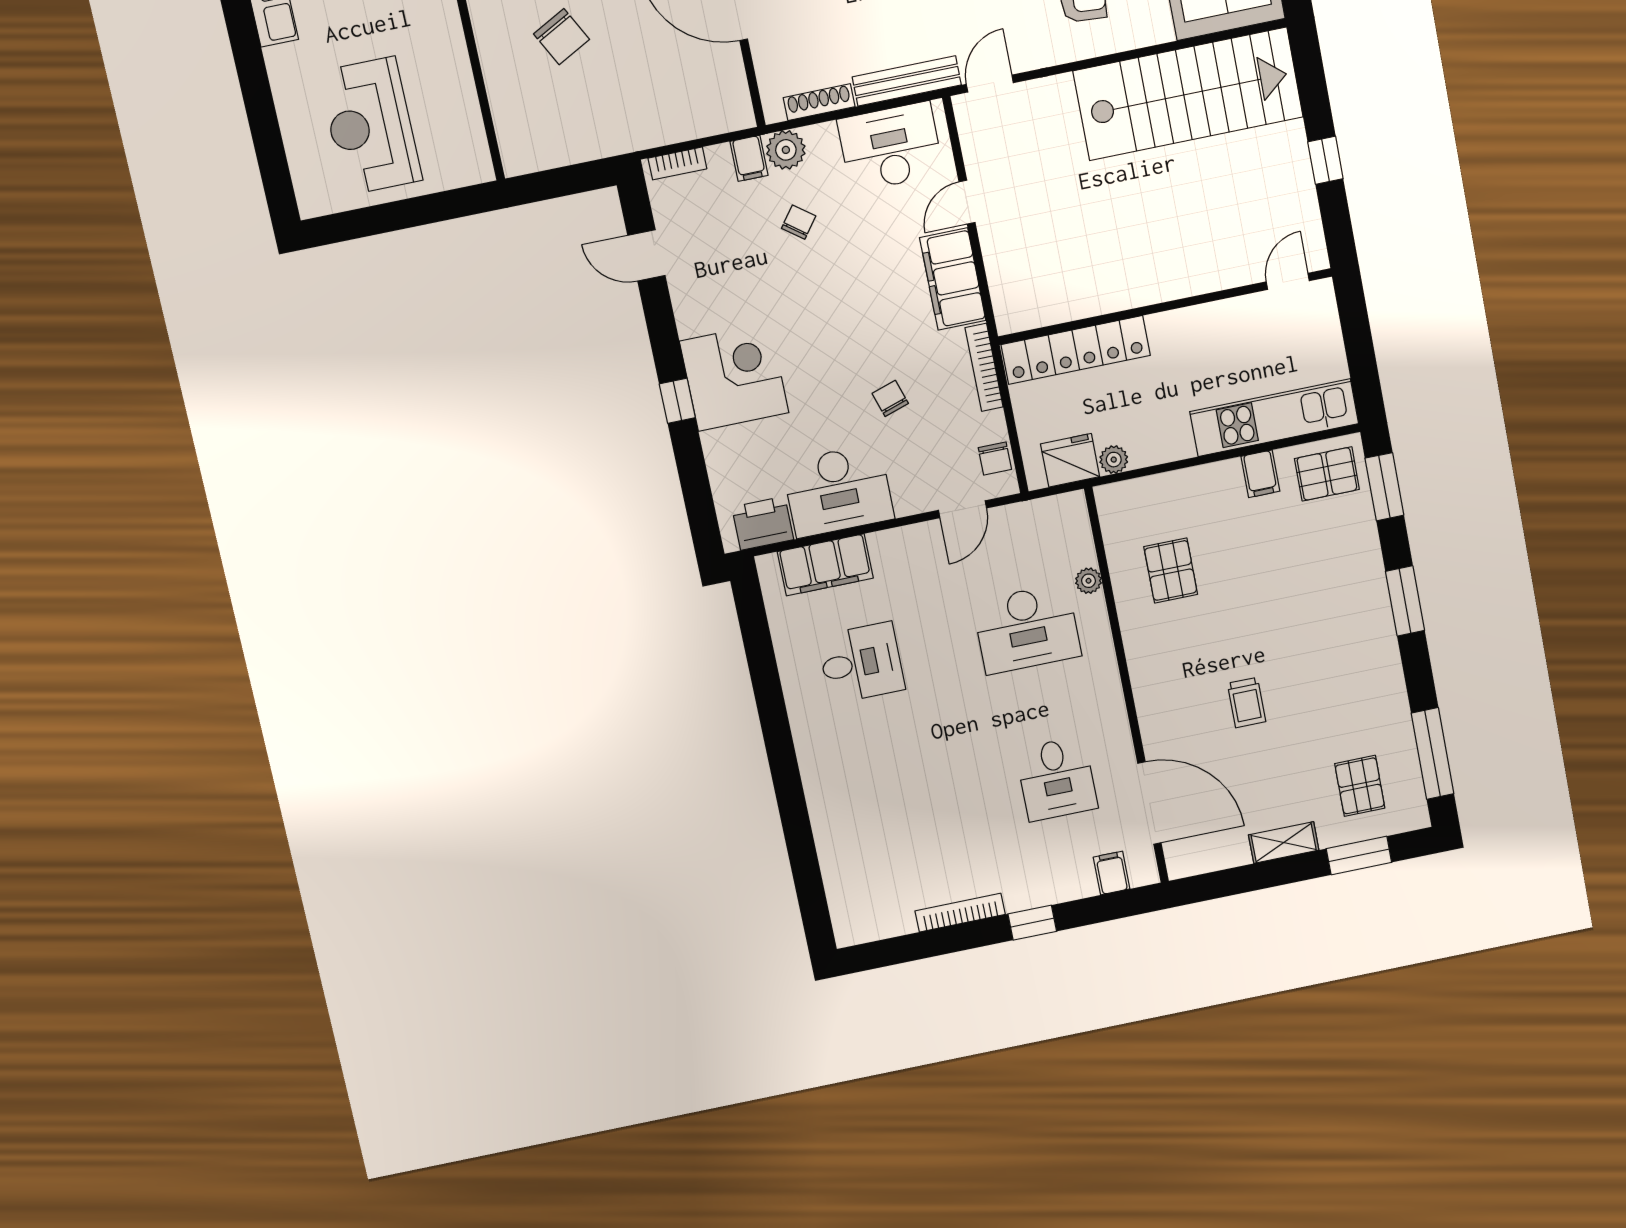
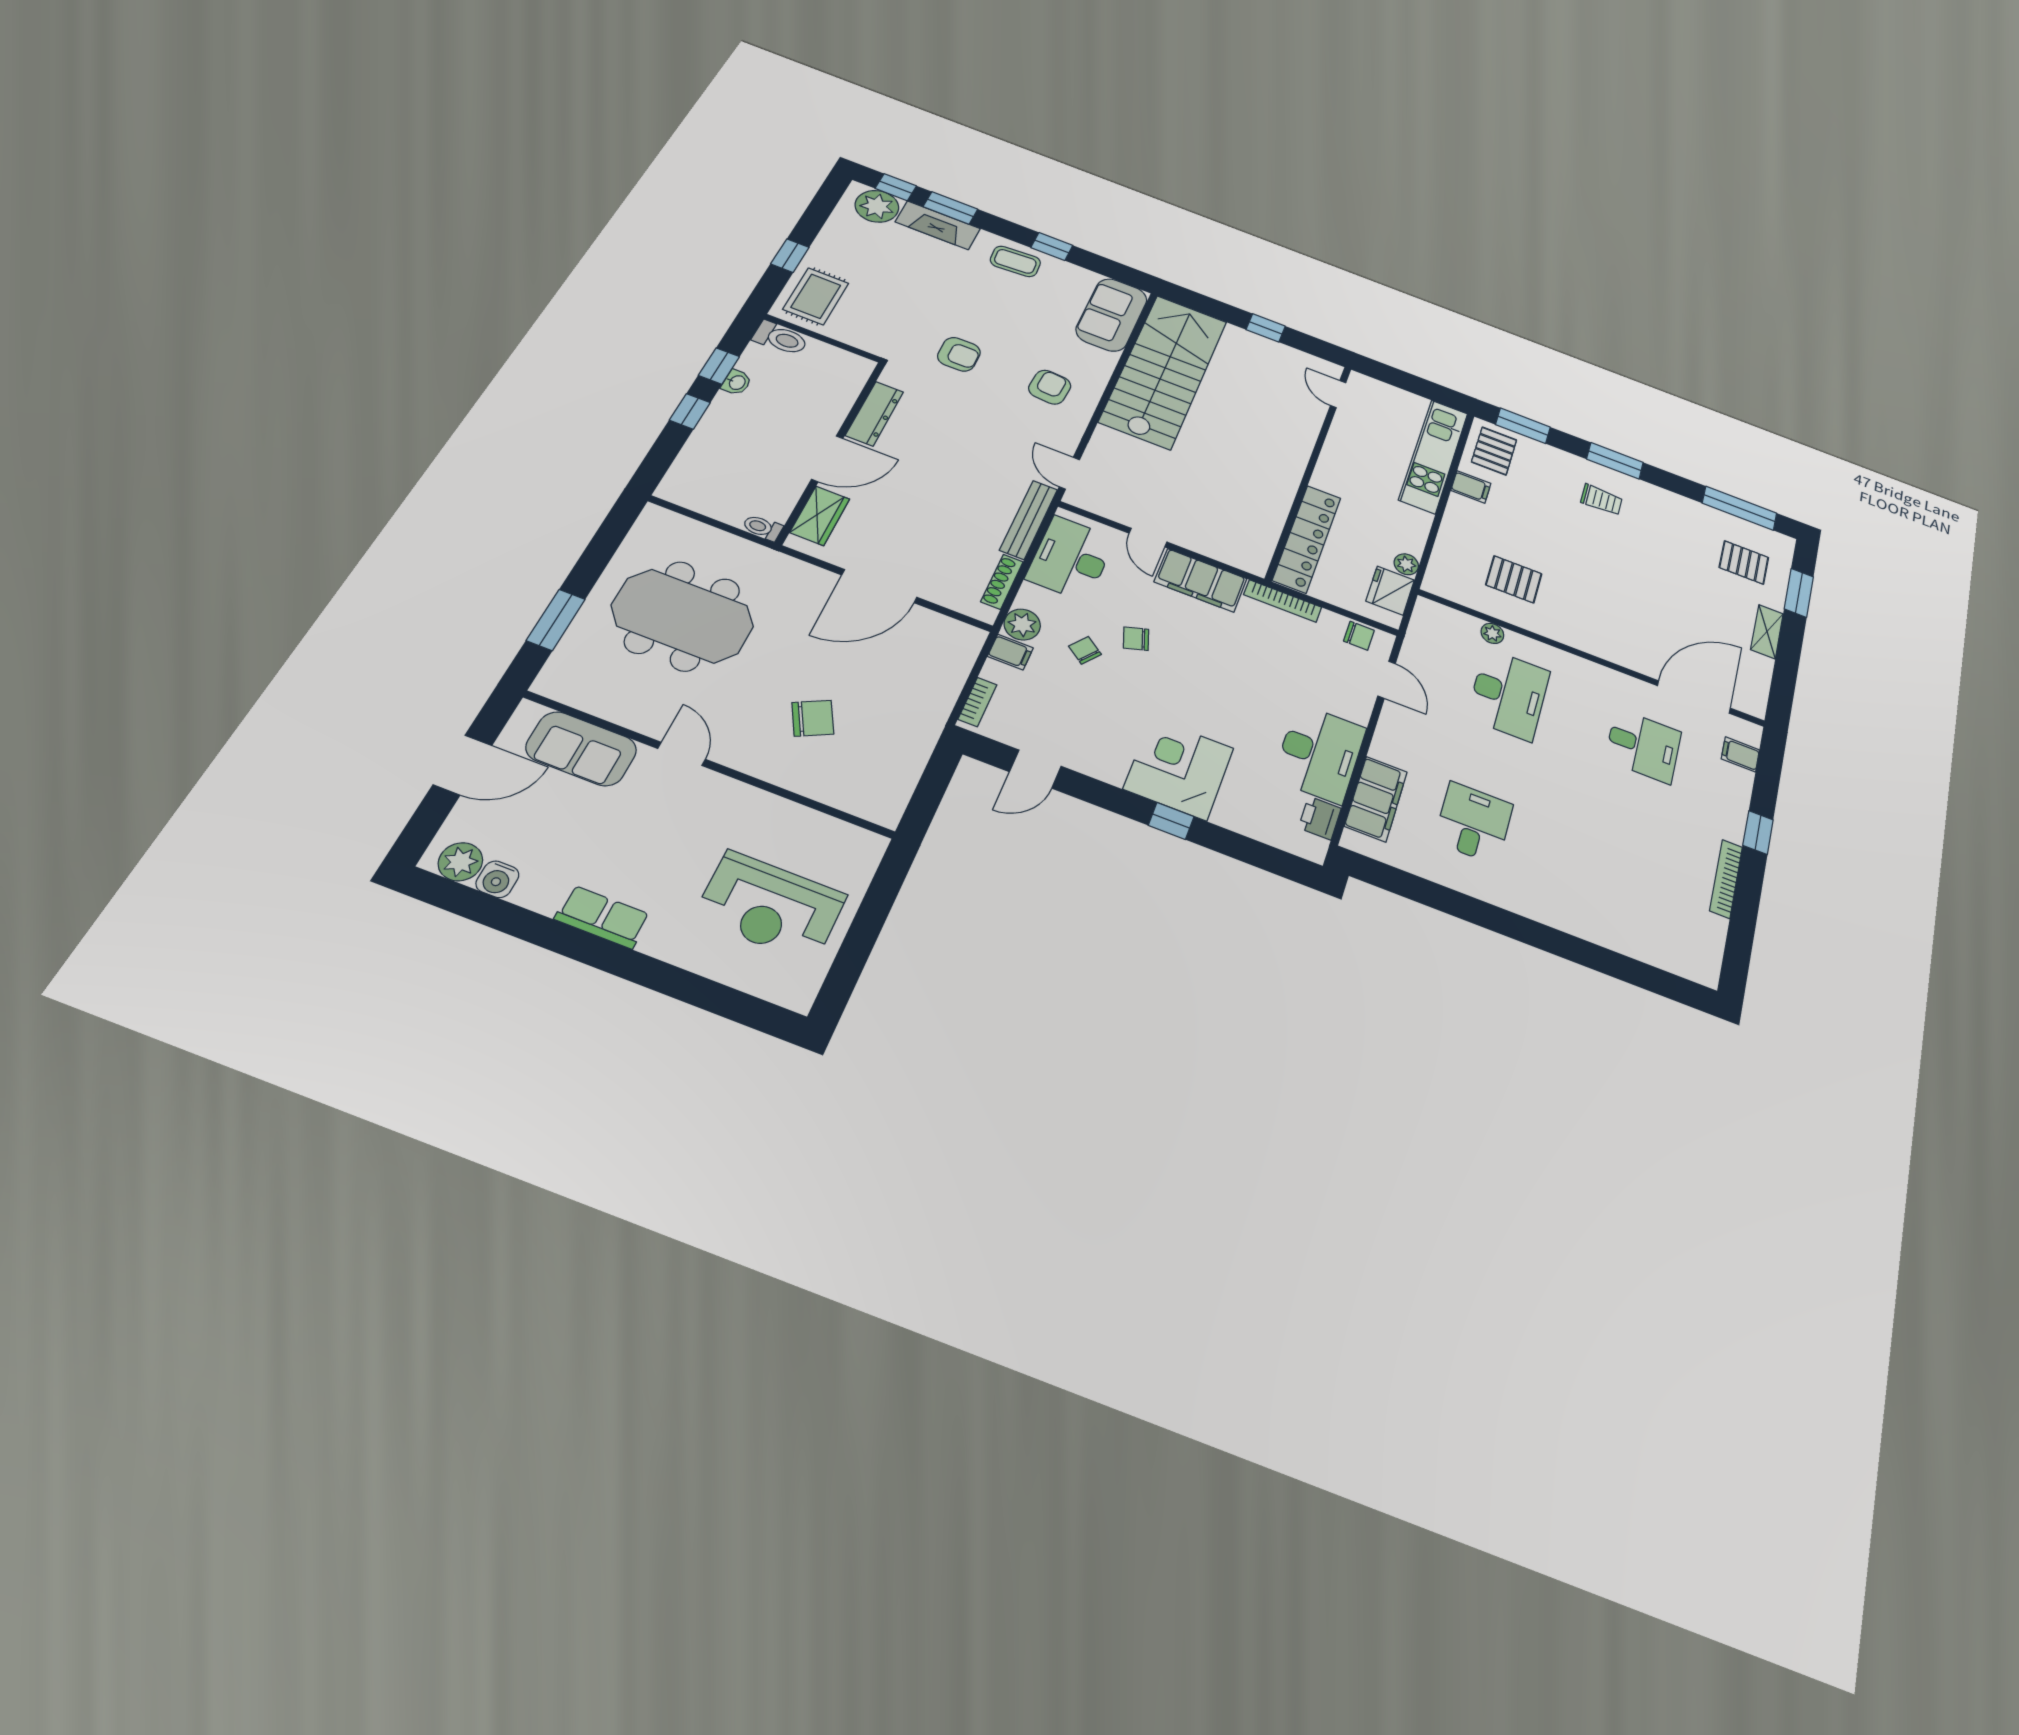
chair: (890, 398) -> (1136, 639), moved
printer: (763, 523) -> (1320, 818), width x0.73, depth x0.81
trolley: (1247, 703) -> (1602, 500), moved

